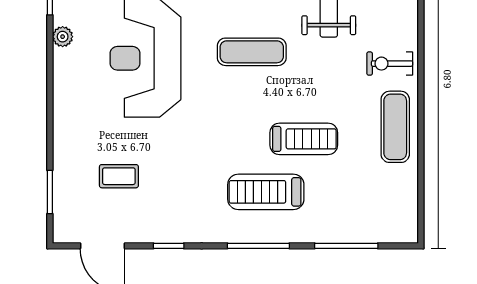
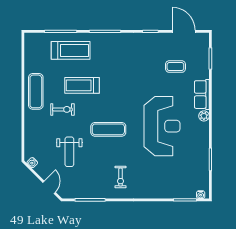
plant: (63, 37) -> (204, 116), moved
exercise bike: (390, 64) -> (62, 109), moved
row of seats: (67, 121) -> (202, 95), added
treadmill: (266, 192) -> (71, 50), moved

